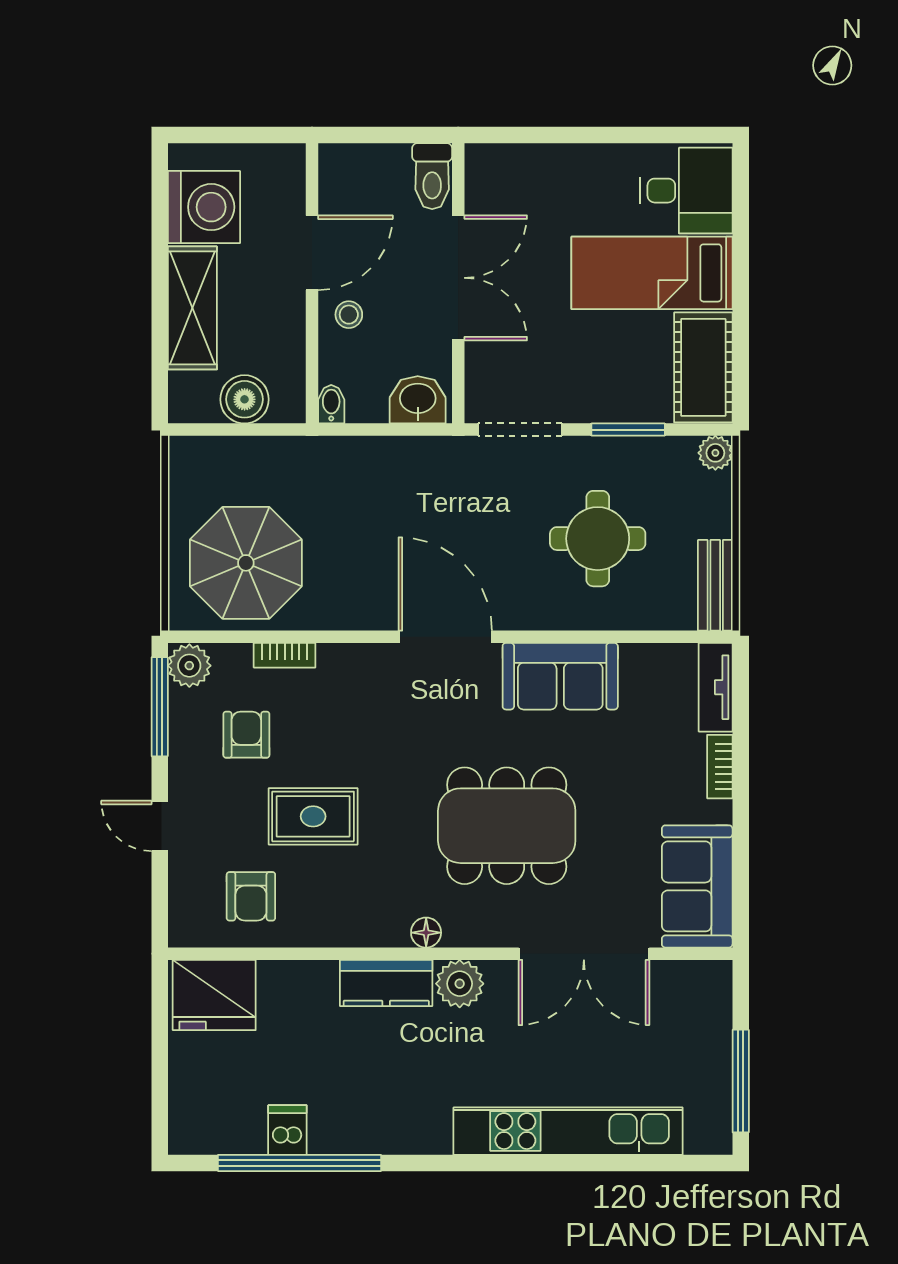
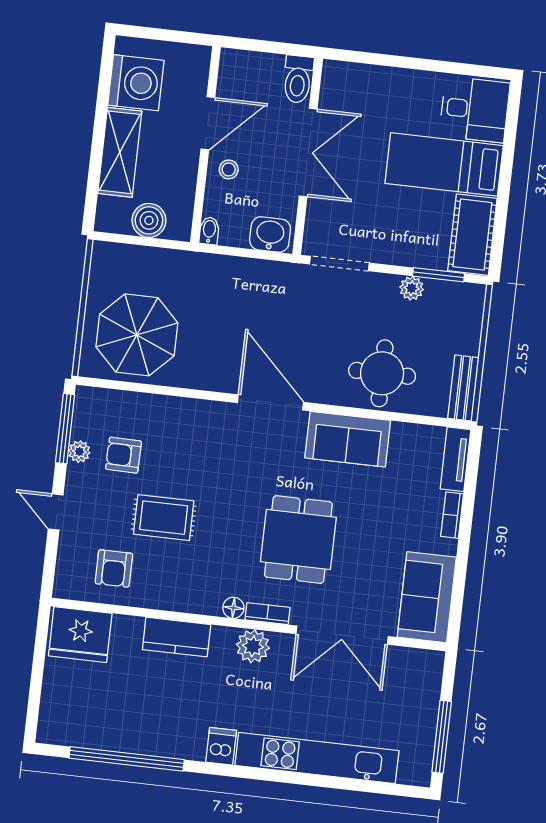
window: (628, 430) -> (438, 275), moved
plant: (715, 453) -> (412, 288), moved
round table: (598, 539) -> (382, 373), moved
bookcase: (285, 655) -> (268, 614), moved, turned 180
plant: (189, 666) -> (79, 452), moved, width x0.73, depth x0.73
armchair: (246, 735) -> (124, 455), turned -89
dining table: (507, 826) -> (298, 540), width x0.73
kitchen counter: (386, 983) -> (177, 637), moved
dishwasher: (287, 1130) -> (221, 746), moved

